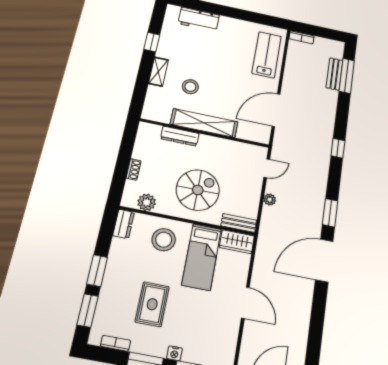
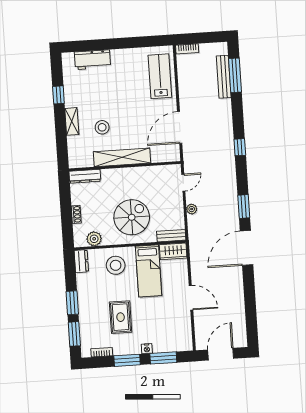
bench: (334, 74) -> (224, 77), width x1.36
dresser: (180, 136) -> (85, 176), moved

